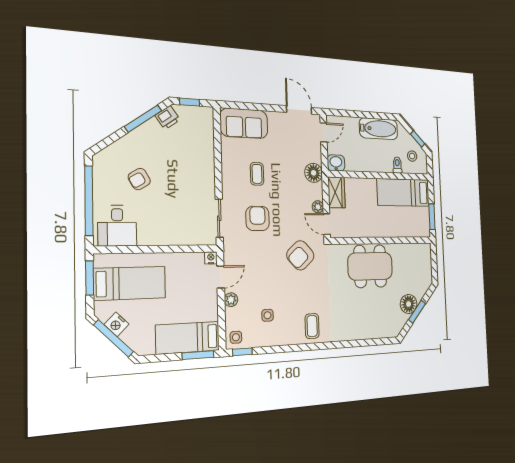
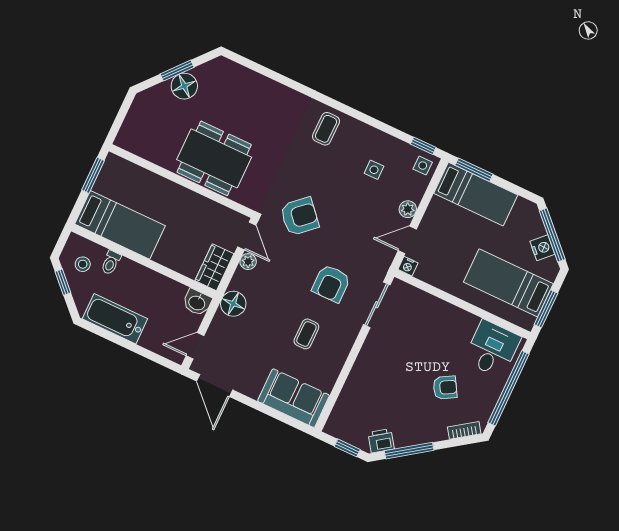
bookcase: (108, 152) -> (464, 430), added

